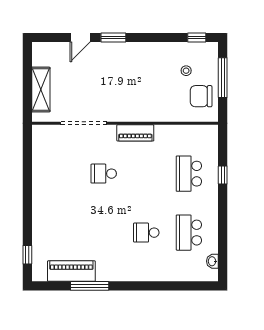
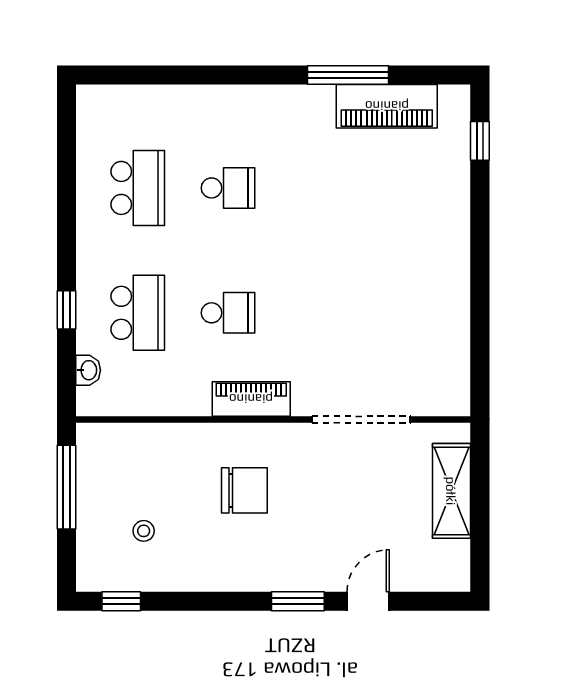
window: (223, 78) -> (66, 487), moved
chair: (201, 96) -> (244, 490), moved
school desk: (104, 174) -> (228, 313), moved
washbasin: (212, 261) -> (88, 370), moved

